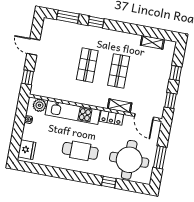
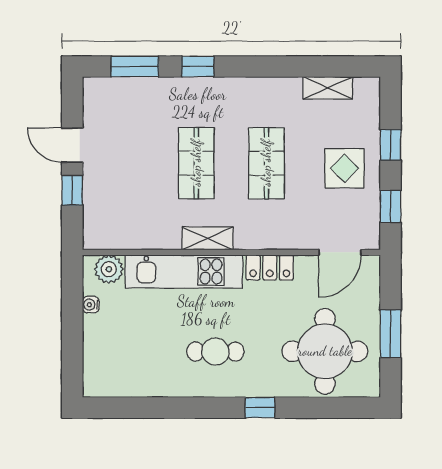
window: (28, 77) -> (72, 190), moved
display table: (153, 80) -> (344, 168), added
shelving: (120, 106) -> (208, 238), moved
door: (144, 117) -> (340, 252), hinge flipped
fridge: (27, 150) -> (99, 371), removed
cafe table: (80, 151) -> (215, 352), width x0.73, depth x0.74
window: (109, 182) -> (260, 408), moved

